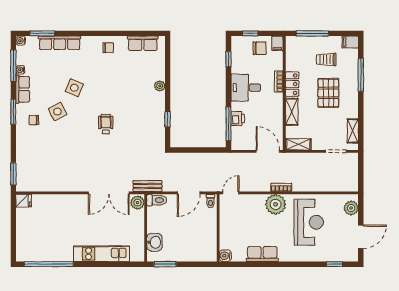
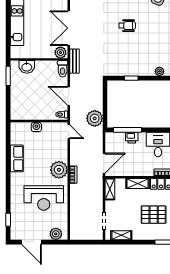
plant: (215, 162) -> (95, 118), added
water cooler: (225, 256) -> (36, 127), moved

